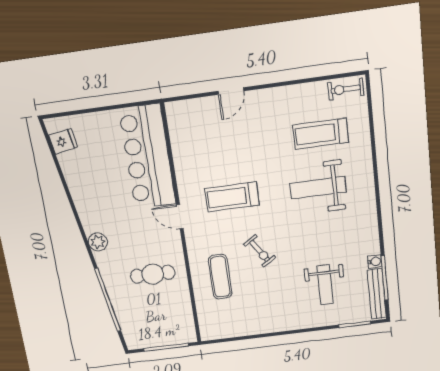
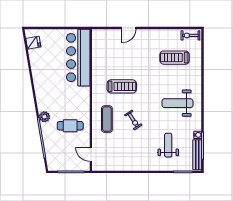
weight bench: (318, 188) -> (177, 103), moved
treadmill: (232, 197) -> (122, 86), turned 180
door: (180, 217) -> (91, 154), moved
plant: (98, 242) -> (44, 117), moved
exercise mat: (220, 277) -> (107, 119), moved
weight bench: (325, 285) -> (168, 145), turned 180

